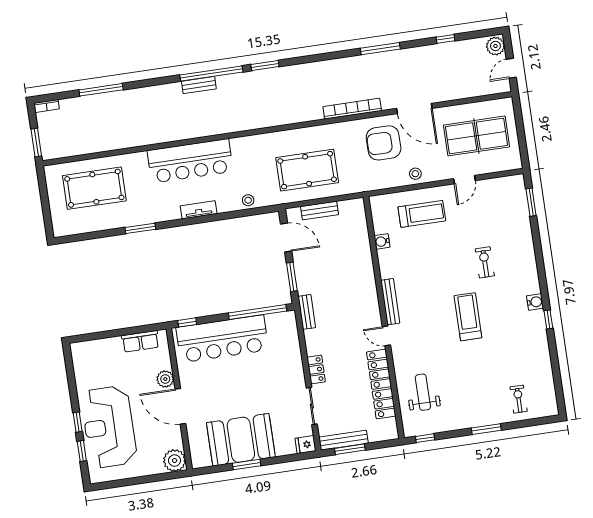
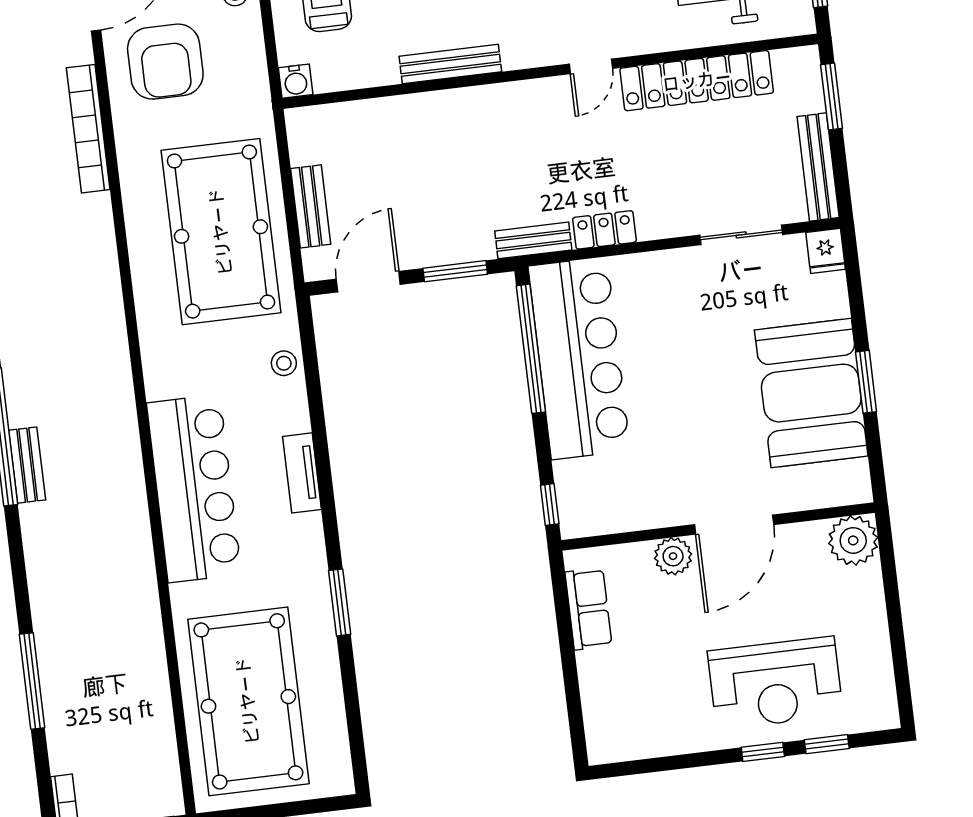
pool table: (307, 170) -> (221, 232), width x1.36, depth x1.32
pool table: (94, 188) -> (248, 701), width x1.36, depth x1.32
water cooler: (382, 241) -> (296, 81), moved
bench: (390, 302) -> (450, 64), moved
bar counter: (222, 339) -> (579, 358), moved
locker: (316, 369) -> (604, 230), moved
reception desk: (109, 427) -> (775, 683), width x0.74, depth x0.77
window: (350, 449) -> (831, 96), moved

